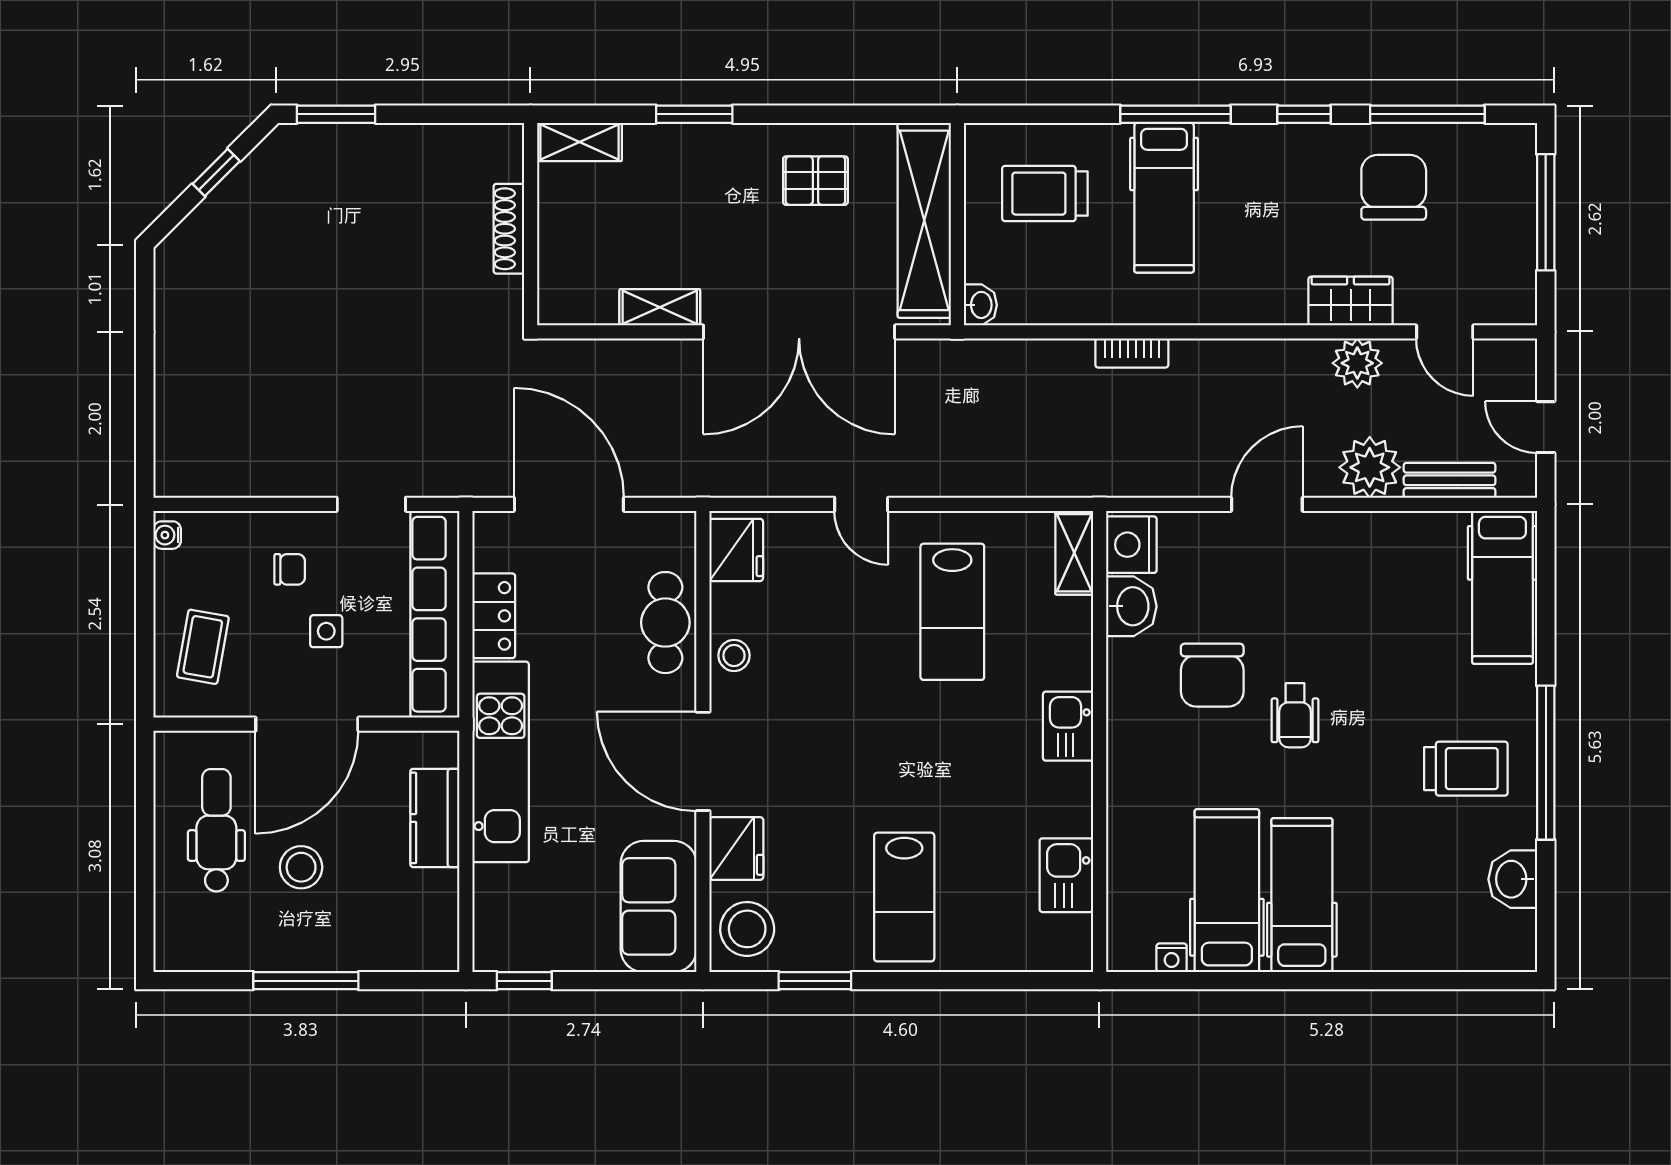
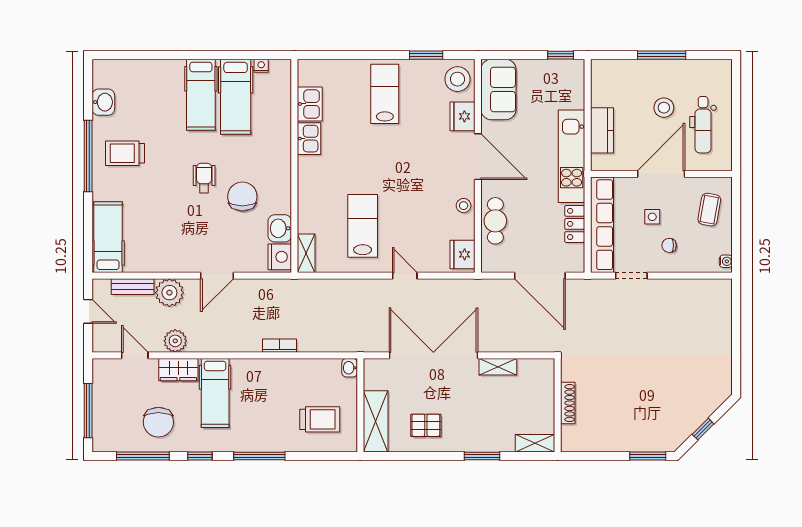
hospital bed: (1164, 198) -> (215, 393), moved, turned 180
shelving: (924, 220) -> (376, 421), width x0.68
kitchen sink: (1068, 726) -> (309, 139), moved

